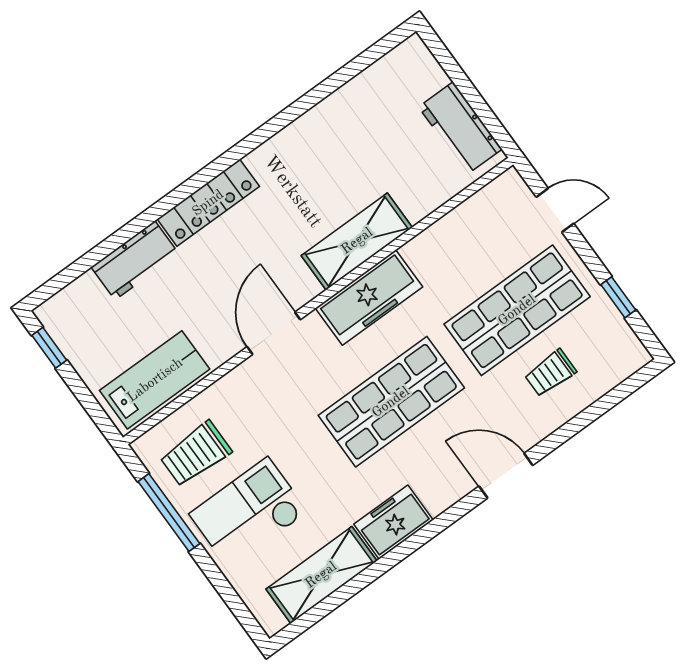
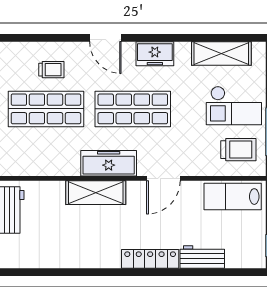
freezer: (393, 522) -> (155, 54), moved

